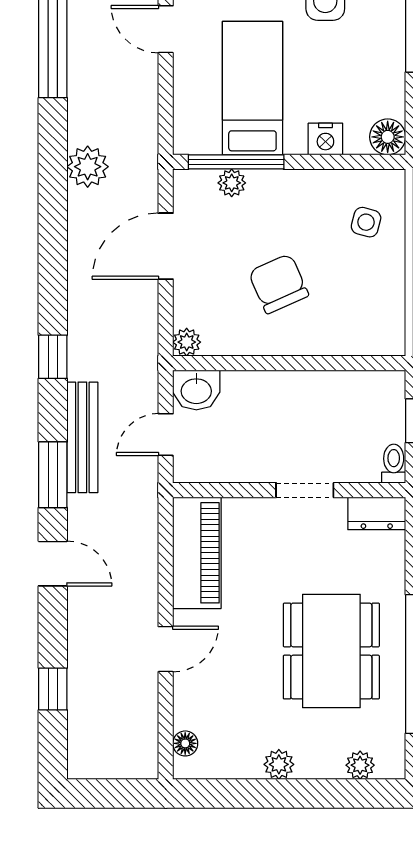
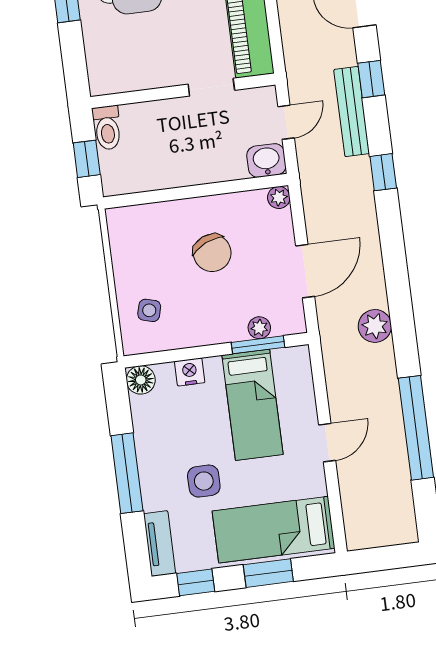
door: (166, 29) -> (327, 443), hinge flipped
window: (236, 162) -> (258, 345), width x0.69
toilet: (394, 464) -> (107, 128), width x1.37, depth x1.39
window: (53, 475) -> (371, 79), width x0.67
doorway: (305, 490) -> (211, 87), moved
dresser: (377, 513) -> (111, 81), removed

